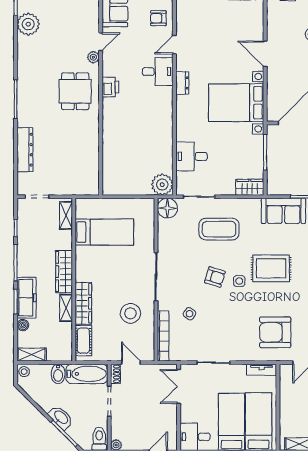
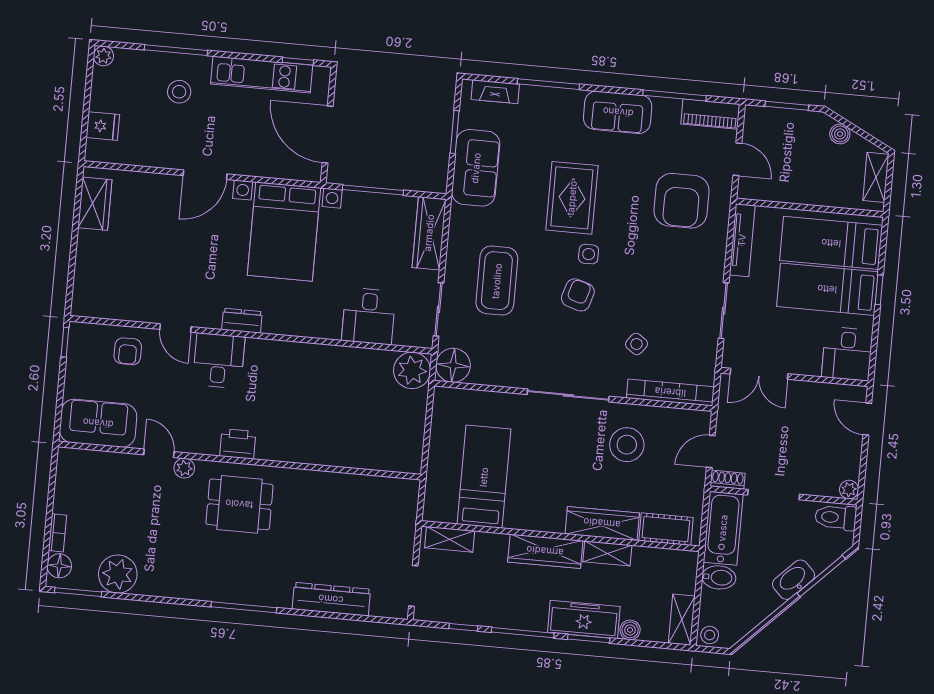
wardrobe: (250, 187) -> (429, 233), width x1.50
tv unit: (262, 370) -> (742, 240), width x1.41

